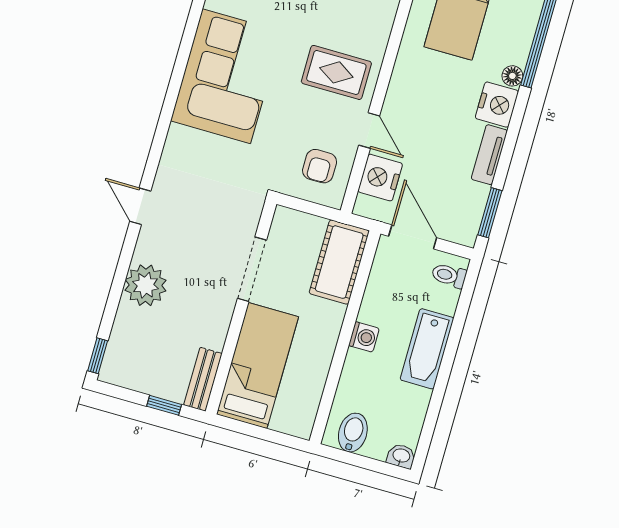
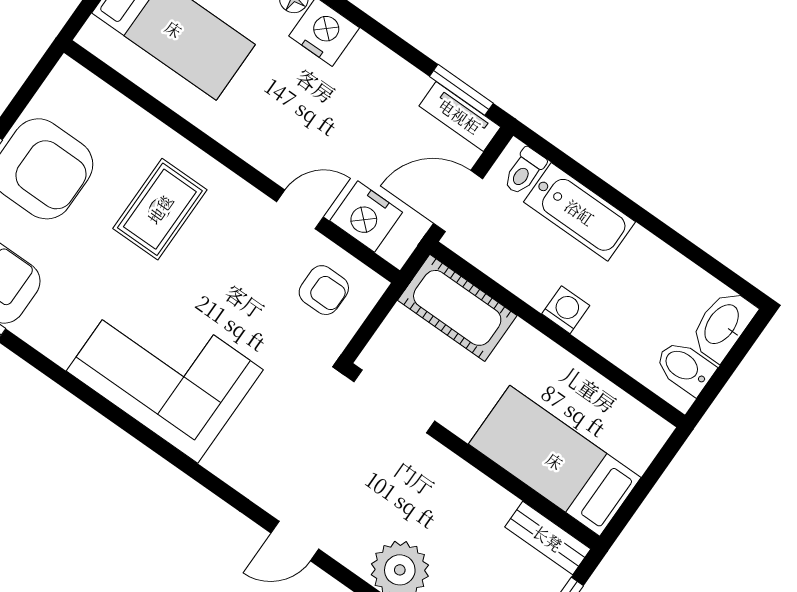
rug: (336, 72) -> (160, 209), moved
tv unit: (489, 155) -> (460, 116), moved
doorway: (252, 269) -> (394, 401), moved
bathtub: (427, 349) -> (580, 212), moved
washbasin: (401, 456) -> (723, 325), width x1.91, depth x1.45

